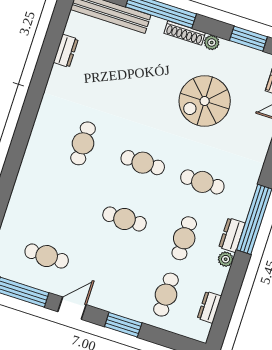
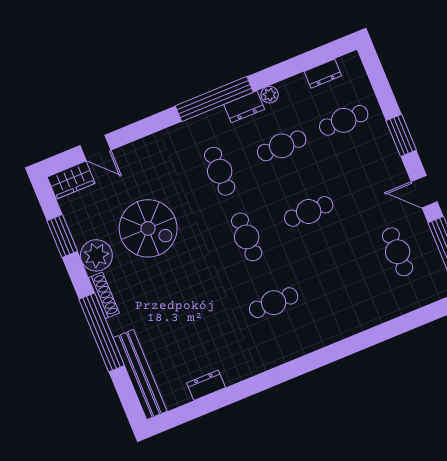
plant: (212, 43) -> (96, 255), width x1.87, depth x1.87
cafe table: (125, 219) -> (309, 211), turned 90

